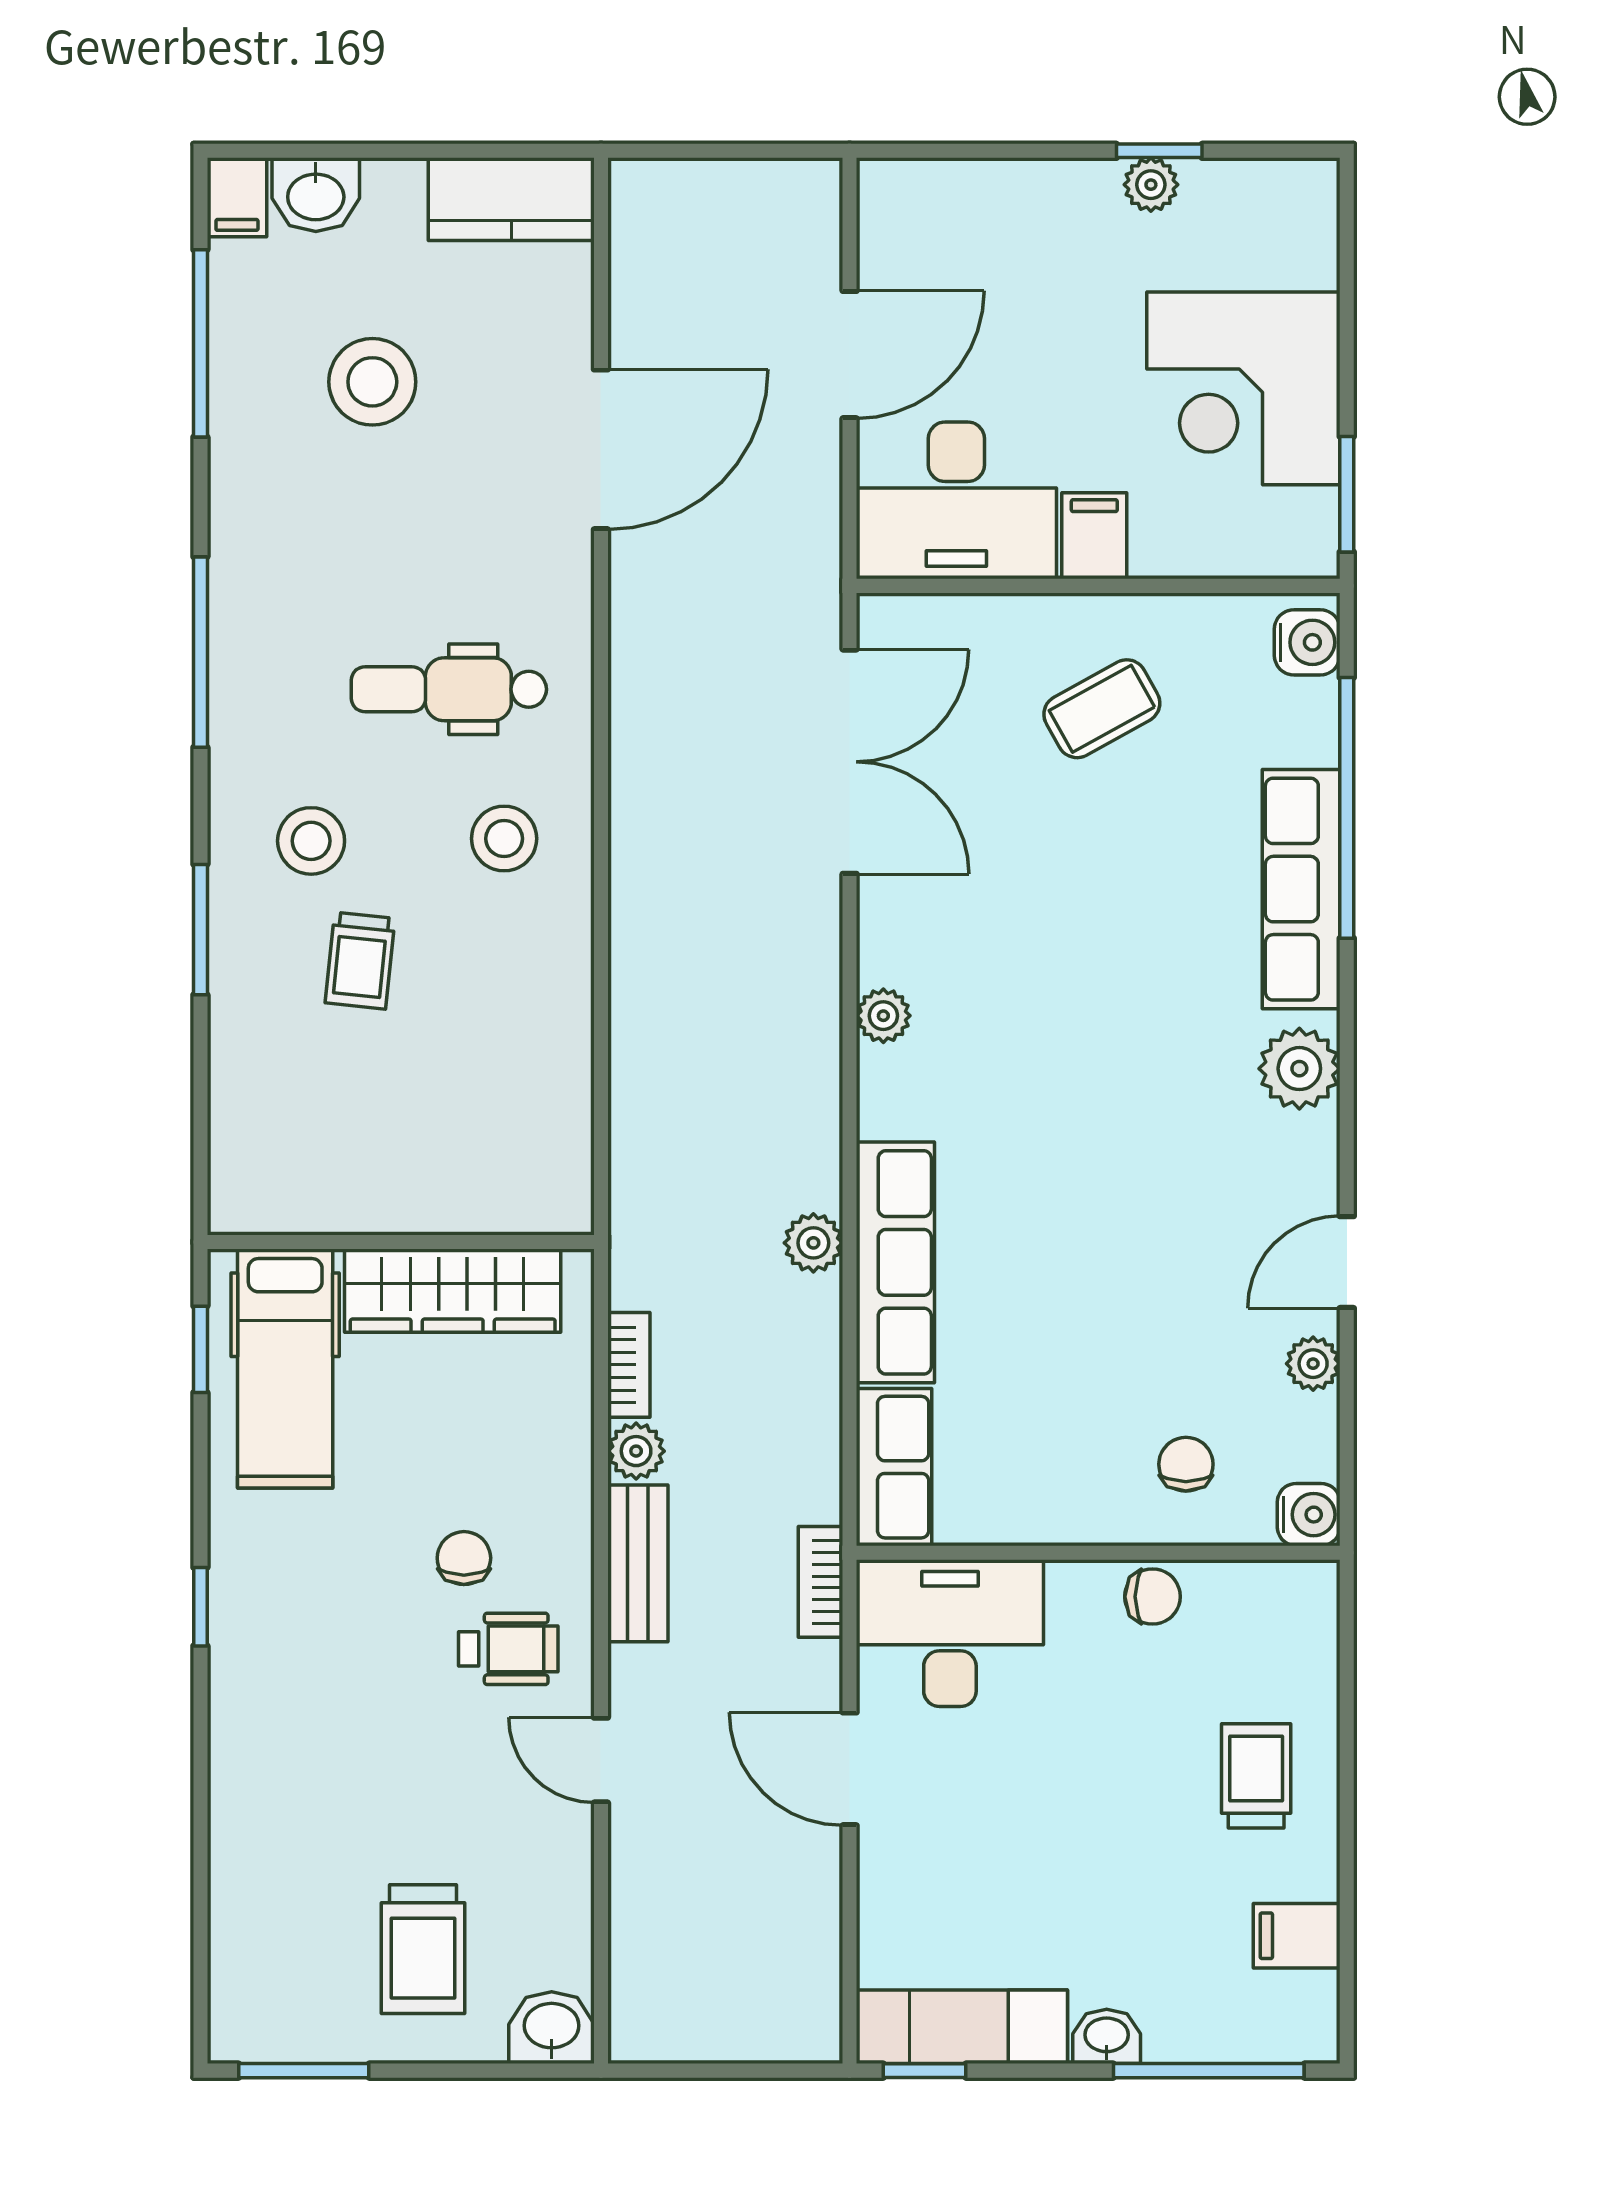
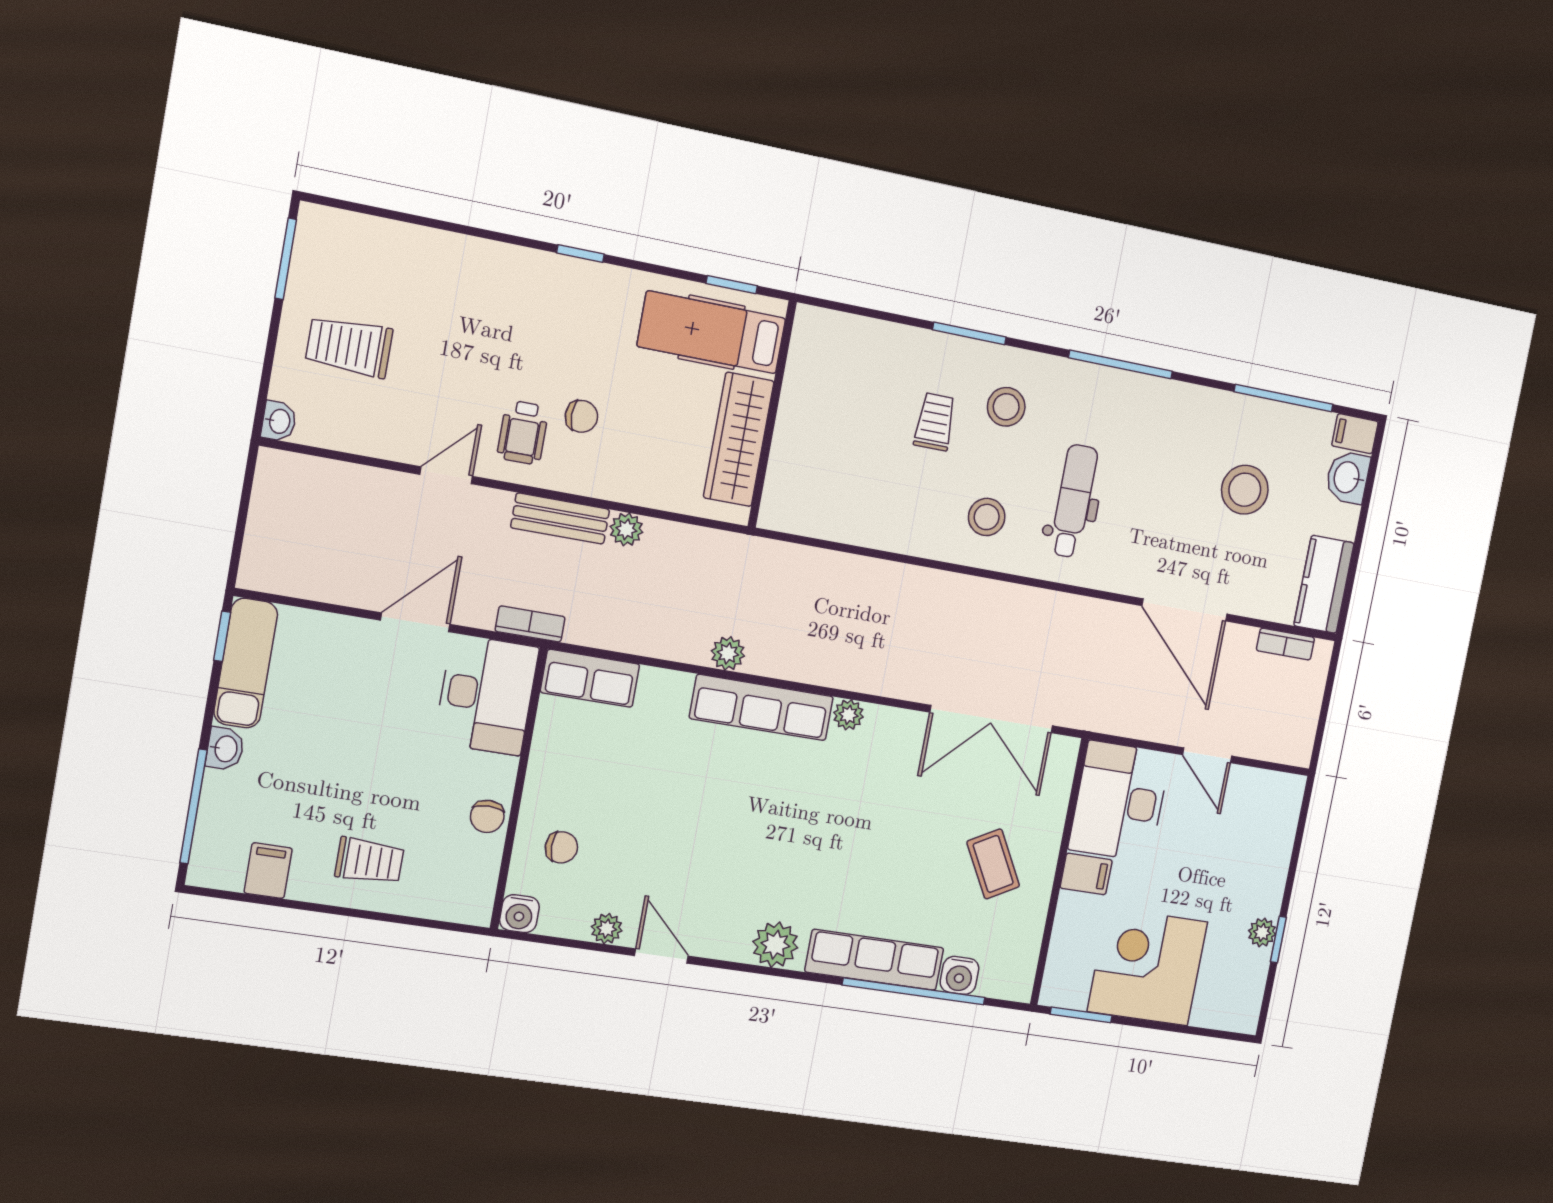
door: (850, 355) -> (1207, 755), width x0.73
water cooler: (1307, 642) -> (959, 975), moved
trolley: (360, 961) -> (935, 422), turned 84
row of seats: (895, 1262) -> (761, 707), moved
bookcase: (629, 1365) -> (1285, 644), moved
washbasin: (552, 2028) -> (279, 421), width x0.72, depth x0.69

